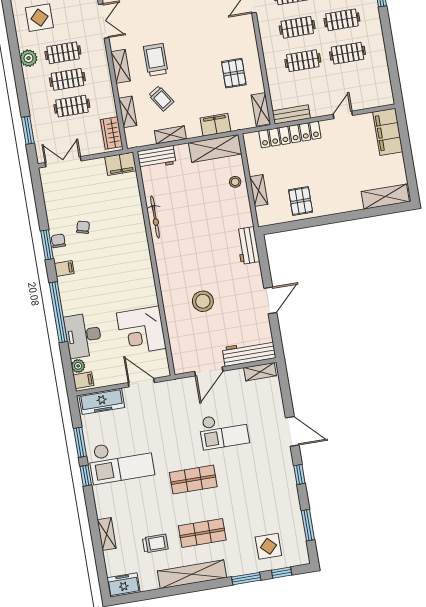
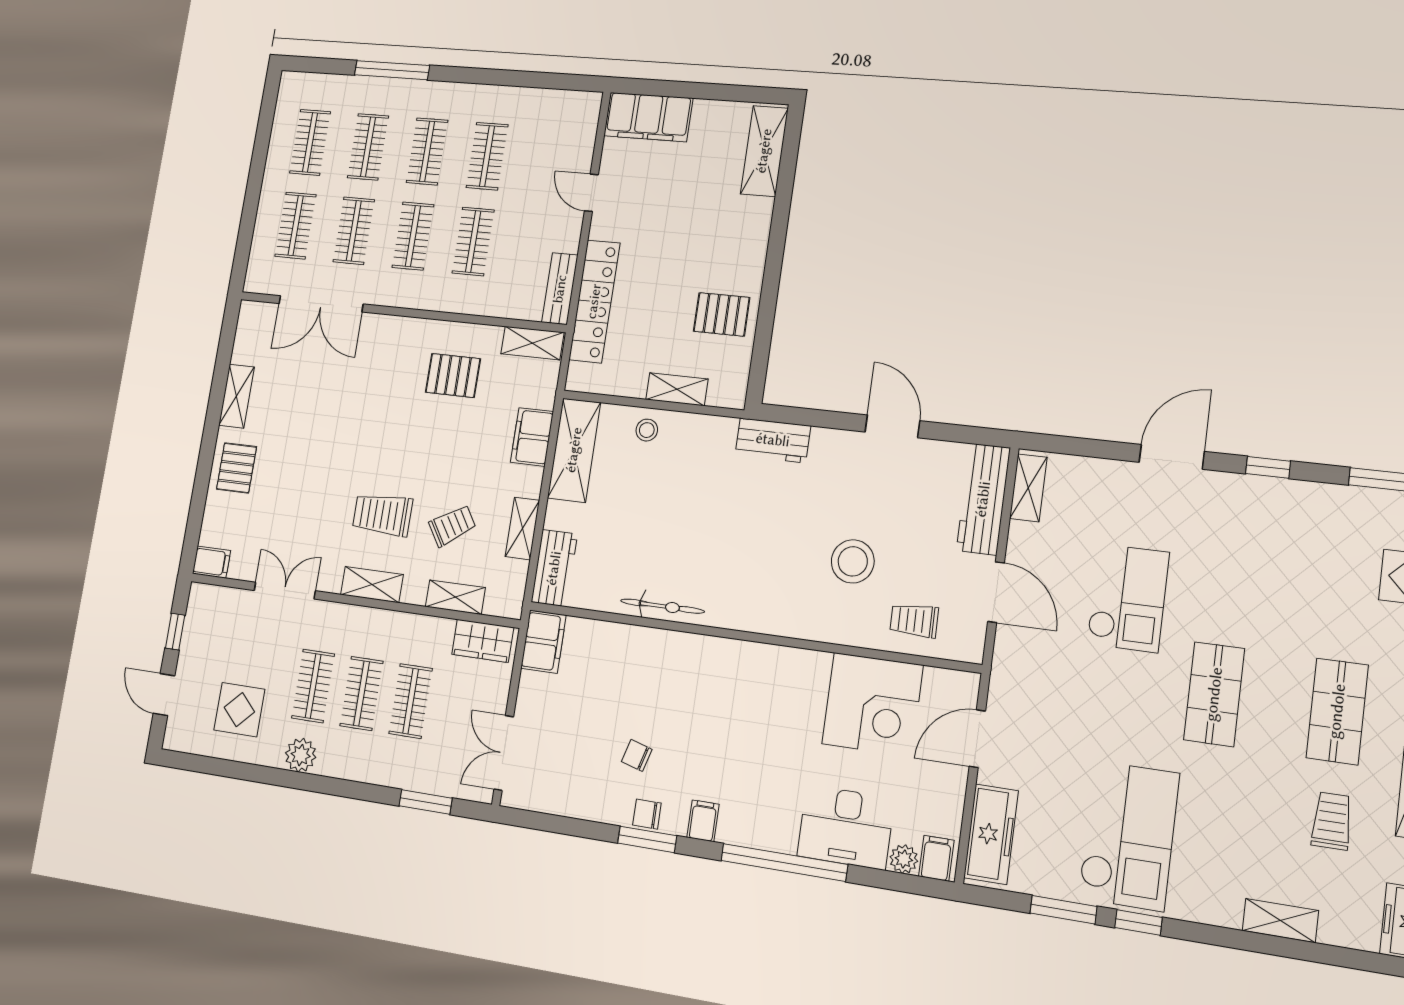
trolley: (185, 338) -> (914, 620), added

